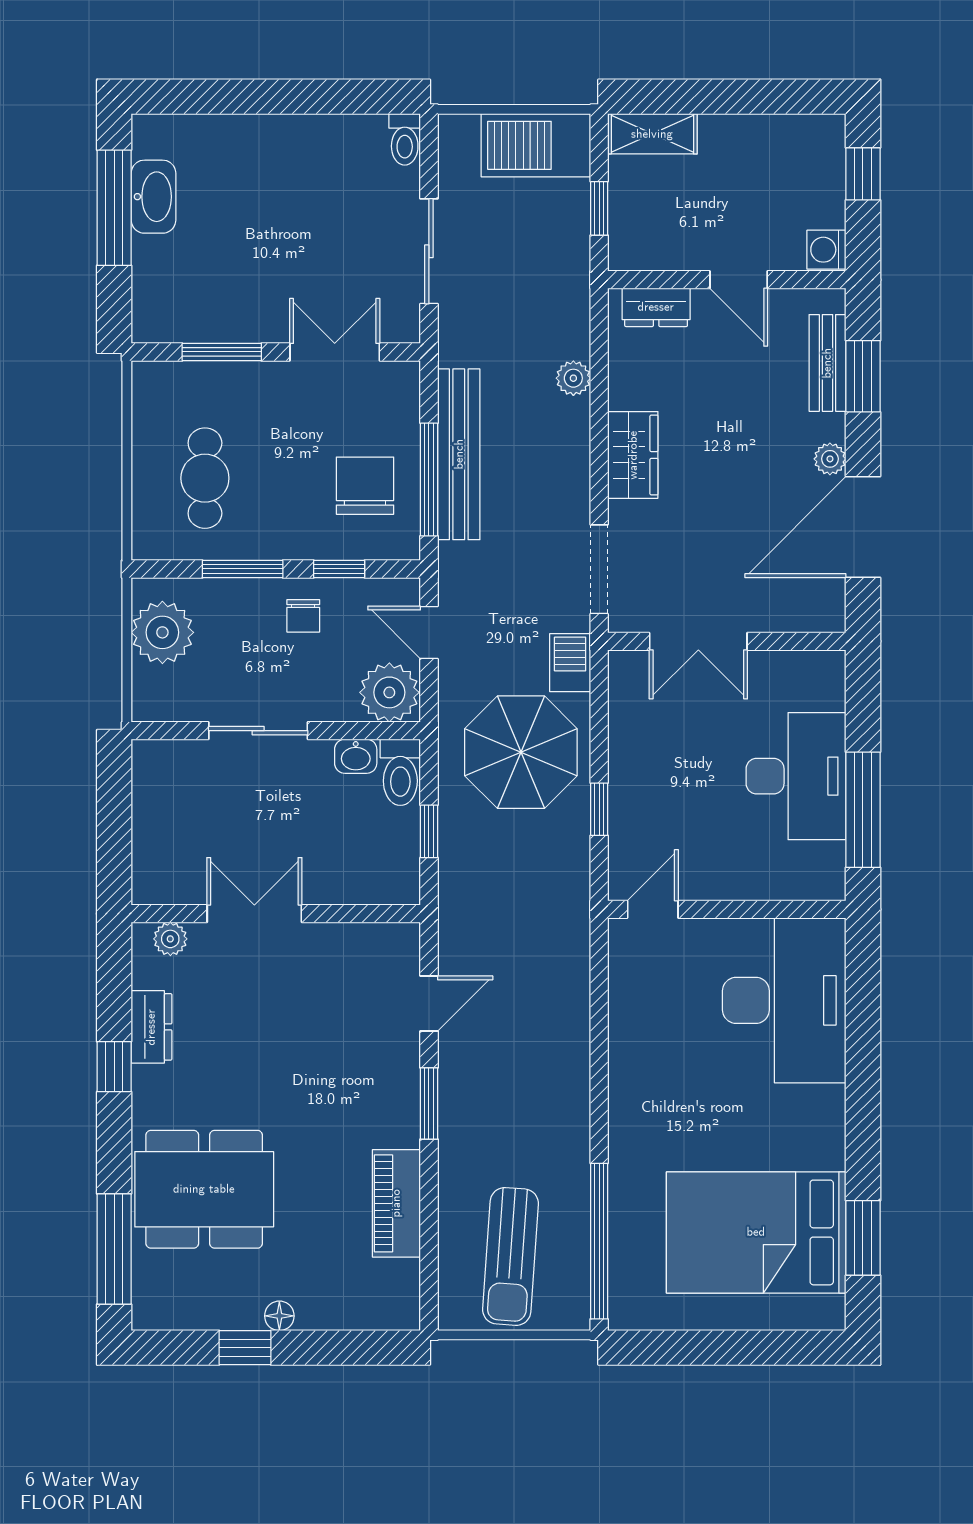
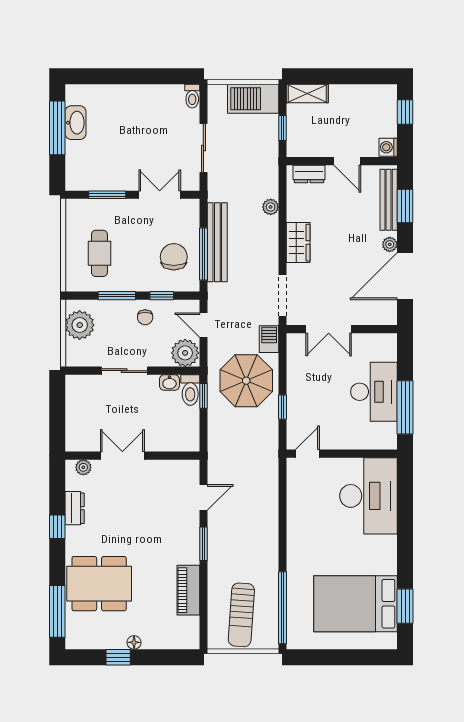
bench: (827, 363) -> (389, 200), width x1.36
window: (429, 831) -> (203, 396), moved

